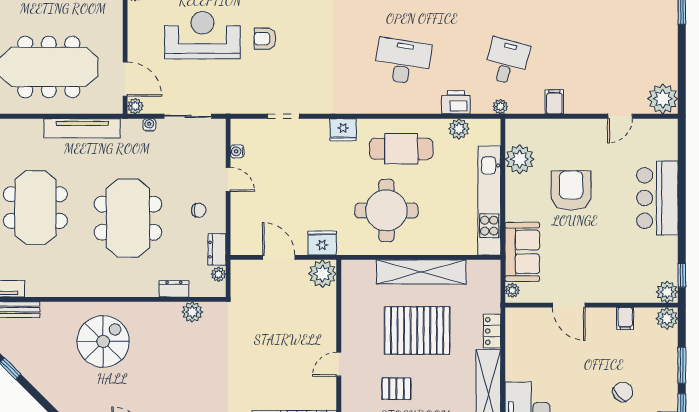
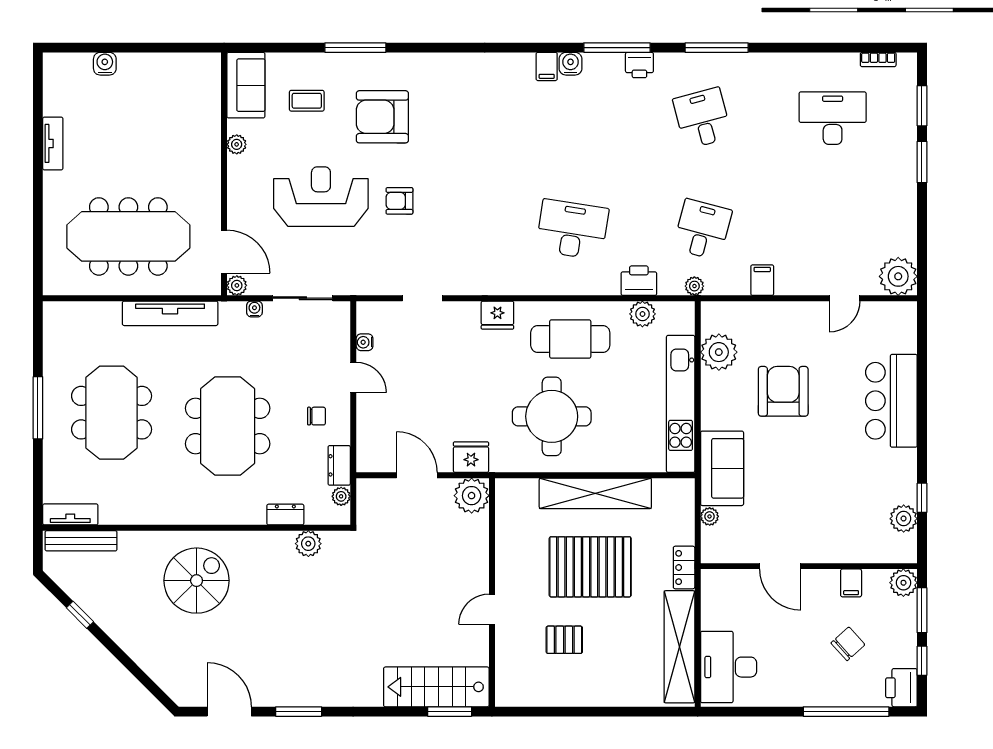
door: (569, 305) -> (780, 566), moved
wall: (592, 305) -> (809, 566), moved
filing cabinet: (625, 318) -> (851, 583), moved
plant: (667, 318) -> (903, 583), moved

